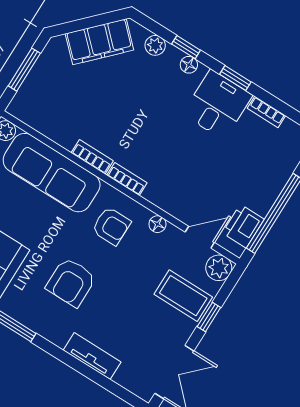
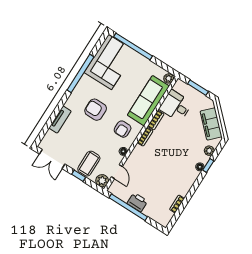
window: (235, 78) -> (193, 189), removed
desk: (217, 105) -> (176, 106), moved, turned 180
printer: (243, 226) -> (137, 202), moved

